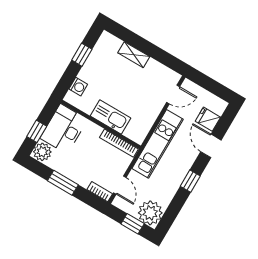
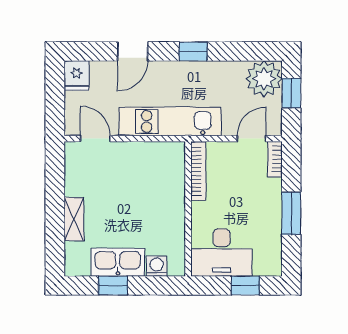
kitchen sink: (111, 117) -> (118, 262), moved, turned 90
fridge: (208, 119) -> (77, 75), moved
plant: (42, 152) -> (267, 263), removed

